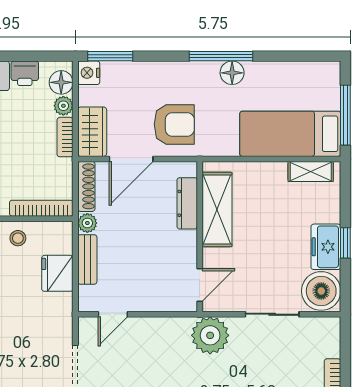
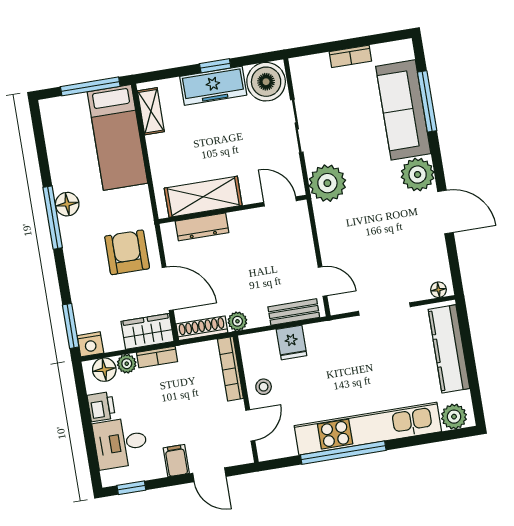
freezer: (326, 247) -> (213, 86), width x1.40
bench: (87, 259) -> (294, 312), moved
fridge: (57, 273) -> (292, 342), width x0.72

